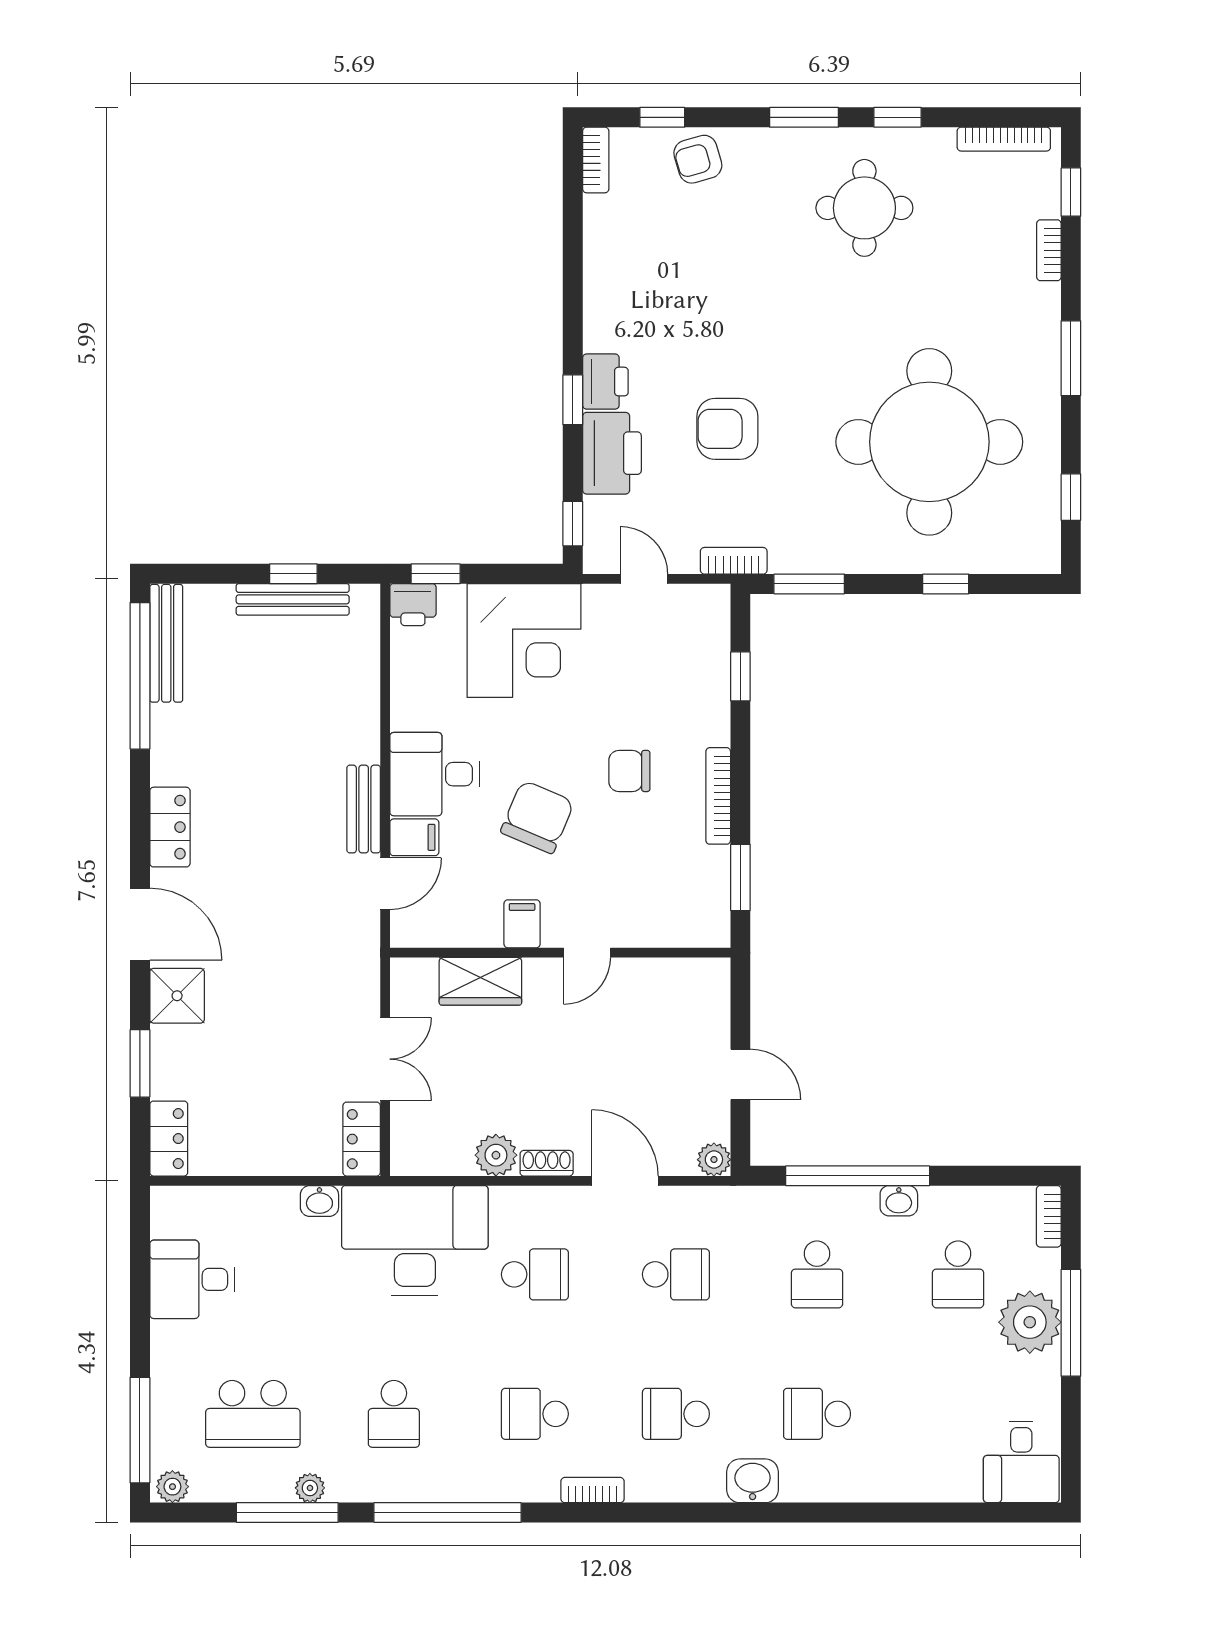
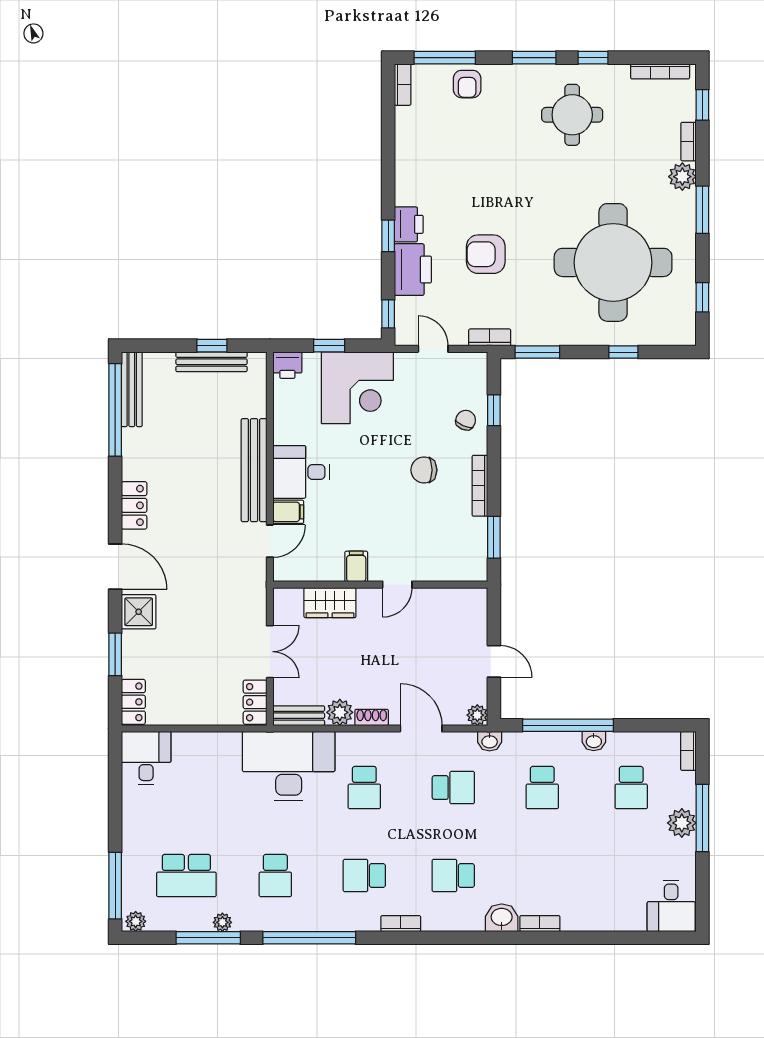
window: (662, 117) -> (445, 58), width x2.17
armchair: (698, 159) -> (467, 84), turned -74
plant: (1039, 306) -> (682, 177), added
window: (436, 574) -> (329, 346), moved
bench: (364, 809) -> (254, 470), width x1.86, depth x1.21
chair: (537, 817) -> (466, 420), moved, width x0.54, depth x0.54
bench: (431, 1160) -> (299, 716), added
washbasin: (319, 1201) -> (490, 741), moved
school desk: (535, 1274) -> (364, 788), turned 90
desk: (192, 1279) -> (146, 758), moved, turned 90
plant: (1030, 1322) -> (682, 823), width x0.73, depth x0.73
school desk: (817, 1414) -> (542, 875), removed
bookcase: (813, 1490) -> (540, 924), added

